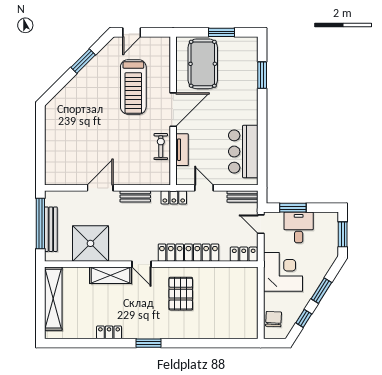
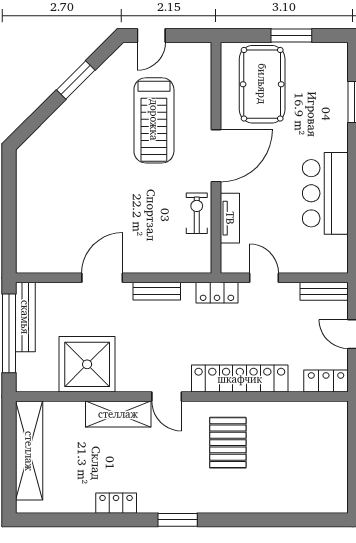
bar counter: (243, 152) -> (325, 193), moved
bench: (51, 229) -> (25, 317), moved

